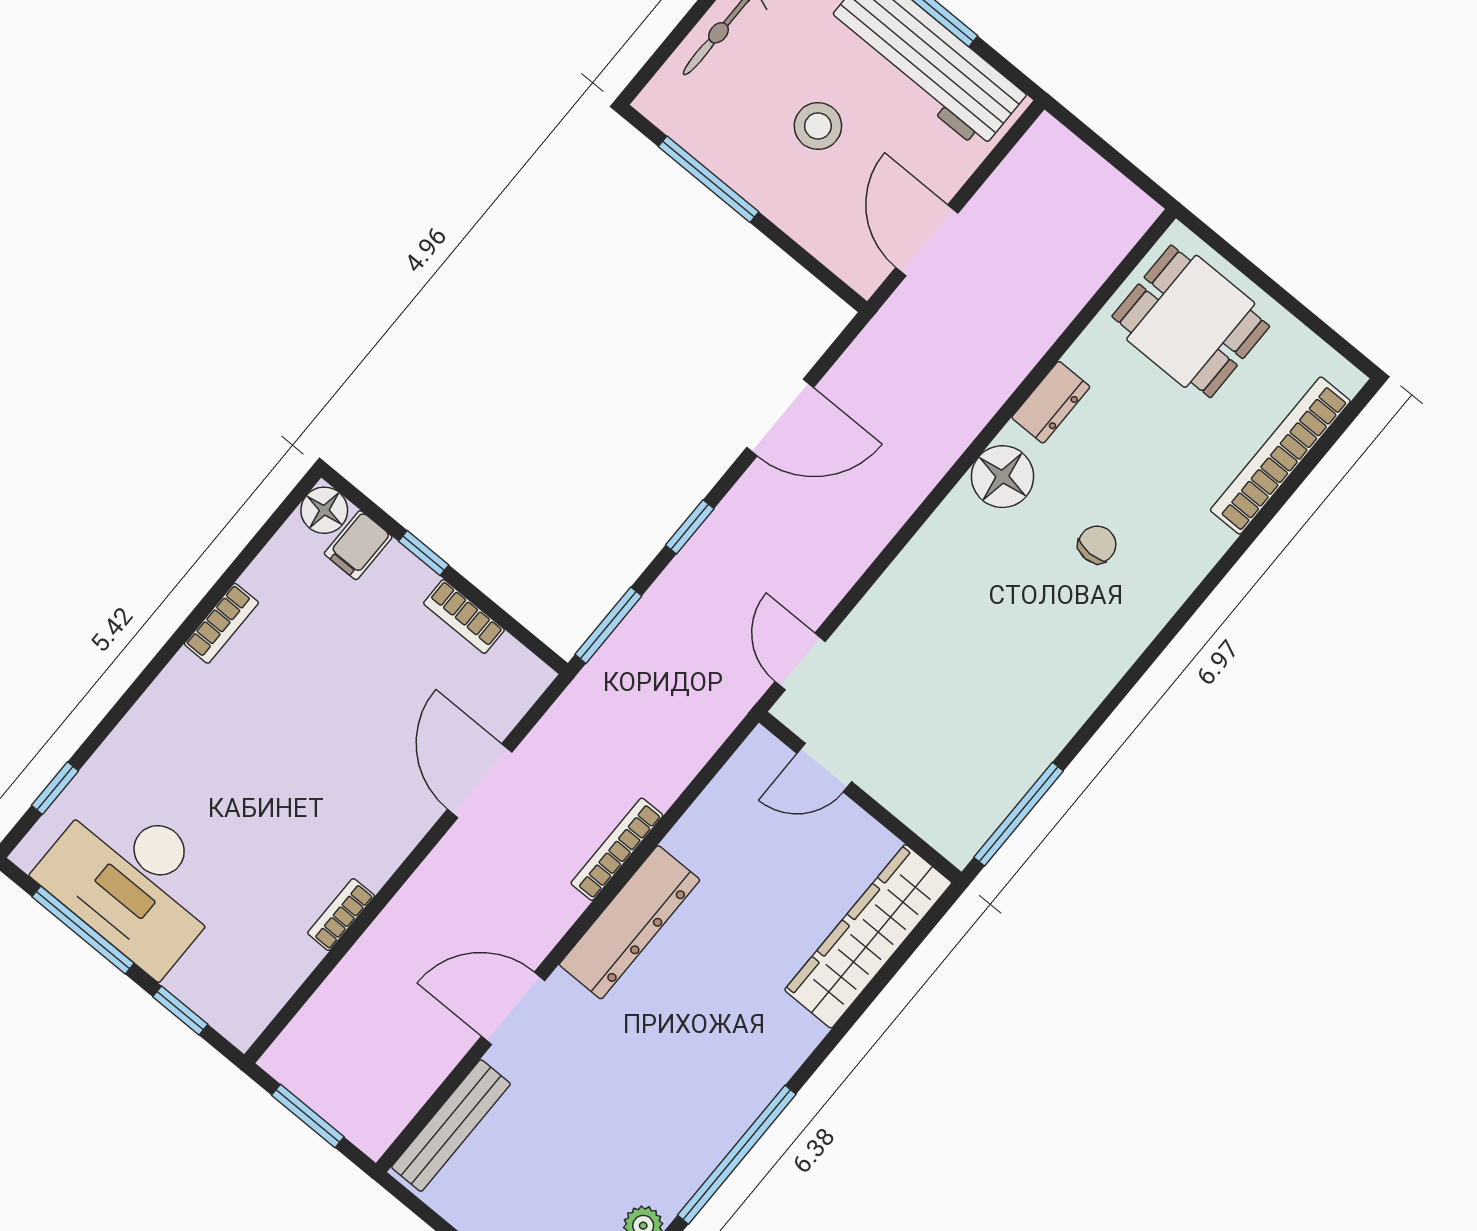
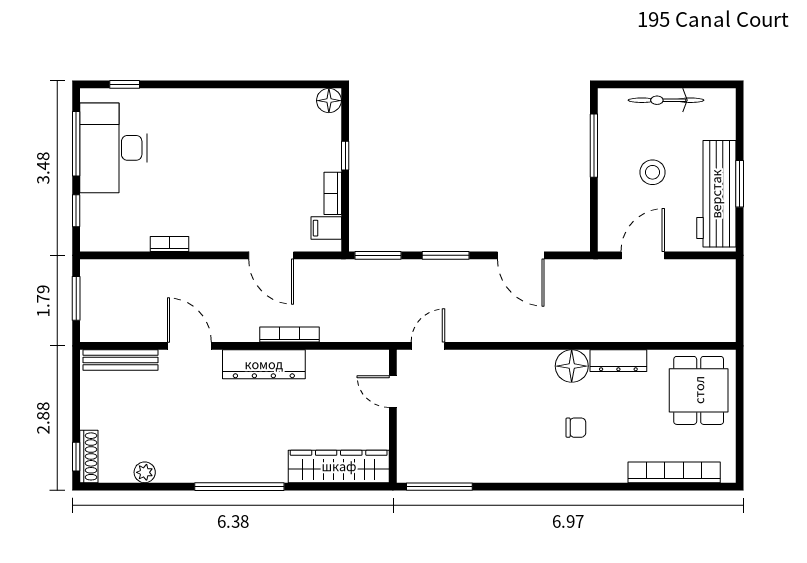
dresser: (1051, 402) -> (618, 361), width x1.44
window: (690, 527) -> (446, 255), width x1.50
filing cabinet: (358, 545) -> (326, 228), moved
bookcase: (221, 623) -> (248, 97), removed
door: (480, 781) -> (271, 255), swing flipped
window: (737, 1155) -> (239, 487), moved

